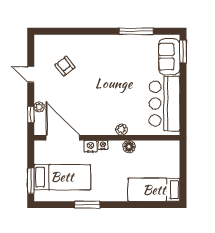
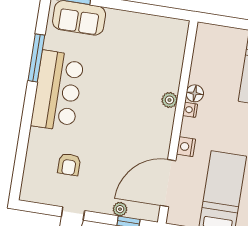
armchair: (65, 66) -> (69, 164), turned -52
bar counter: (164, 104) -> (58, 91), moved, turned -90
nightstand: (103, 145) -> (190, 110), moved

